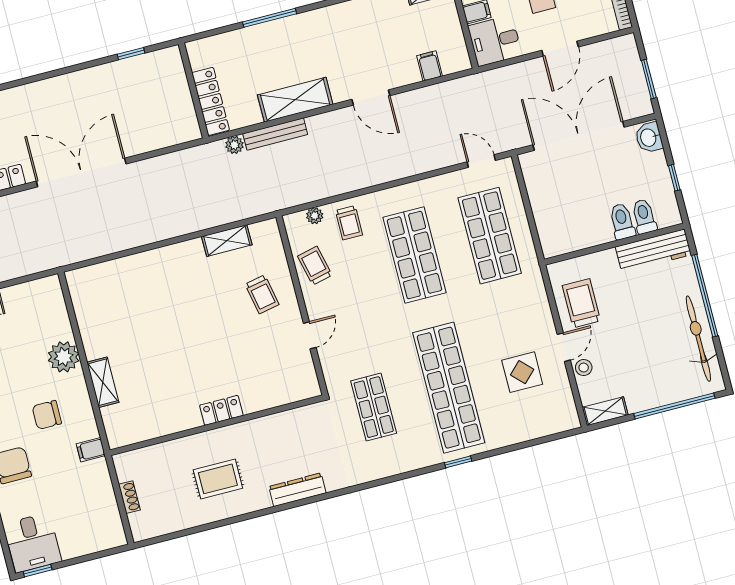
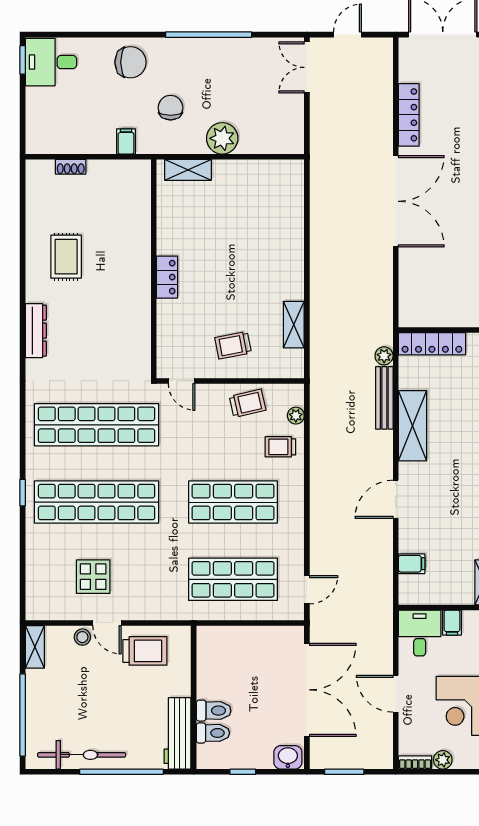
shop shelf: (374, 407) -> (97, 425), width x2.00, depth x1.36
locker: (221, 410) -> (167, 277), moved
wall: (217, 425) -> (154, 269), moved

